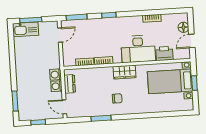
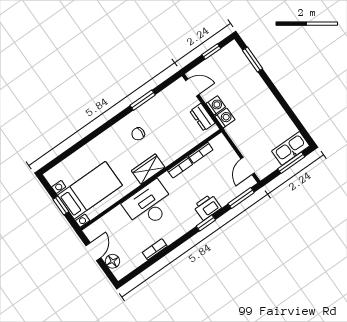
printer: (164, 54) -> (207, 207), moved, turned 180

